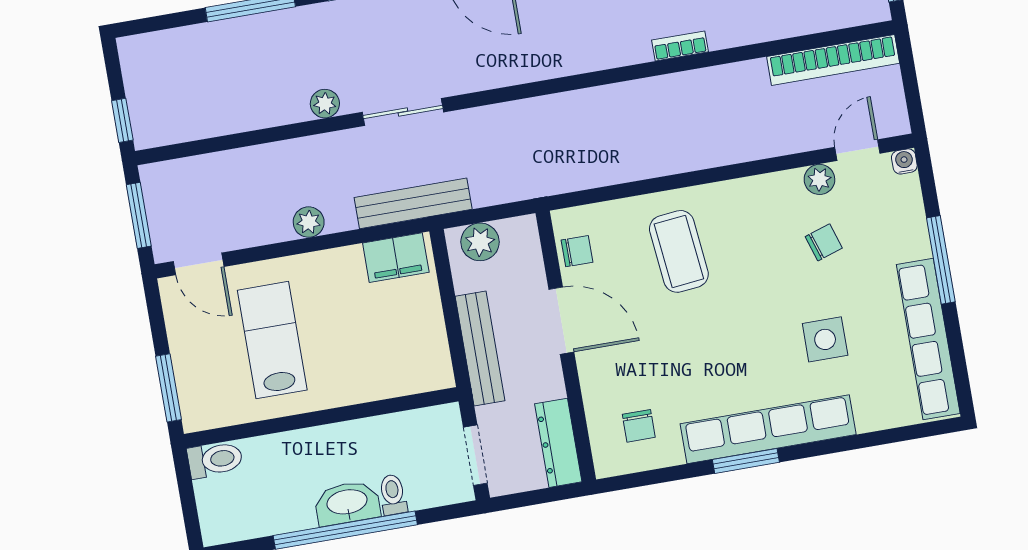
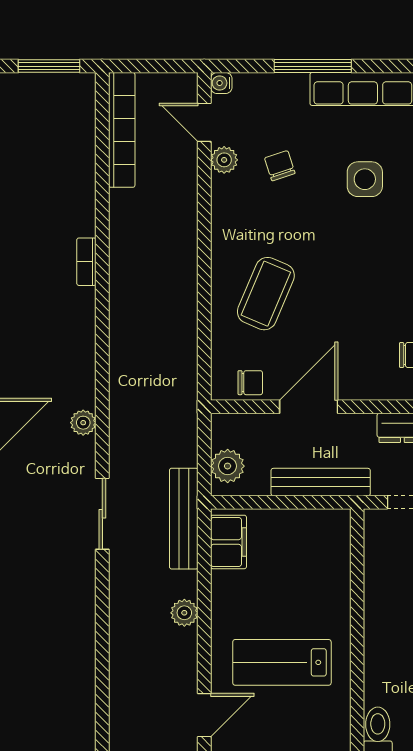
plant: (325, 104) -> (83, 423), moved
chair: (577, 251) -> (250, 383), turned 90
coffee table: (679, 251) -> (266, 294), turned -61

